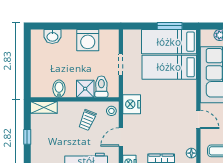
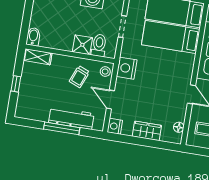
bidet: (59, 89) -> (33, 37), moved
door: (121, 137) -> (110, 99), hinge flipped

